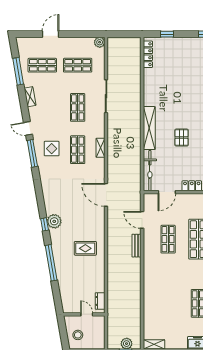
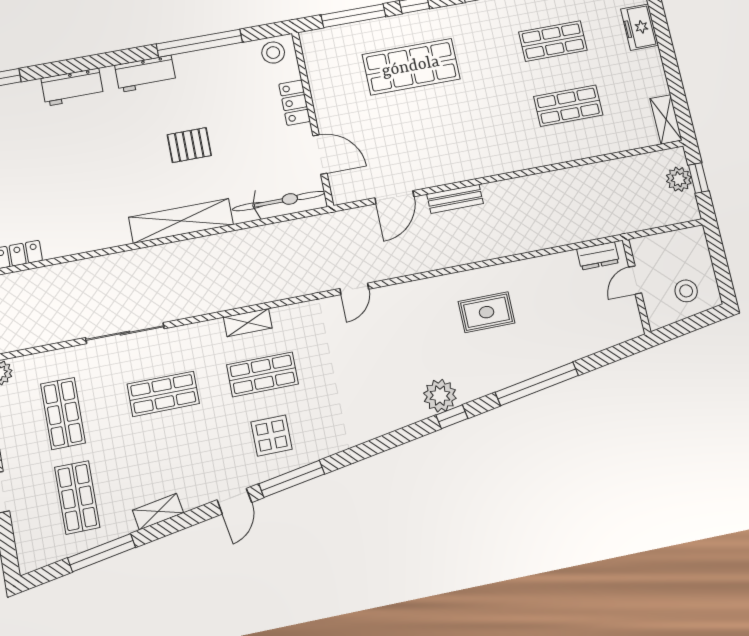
door: (106, 195) -> (354, 289), width x0.53
shop shelf: (168, 239) -> (568, 106), moved
rug: (85, 248) -> (487, 312), turned 90

